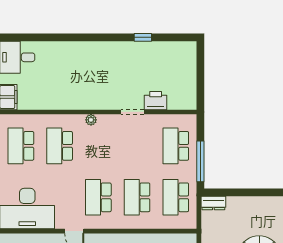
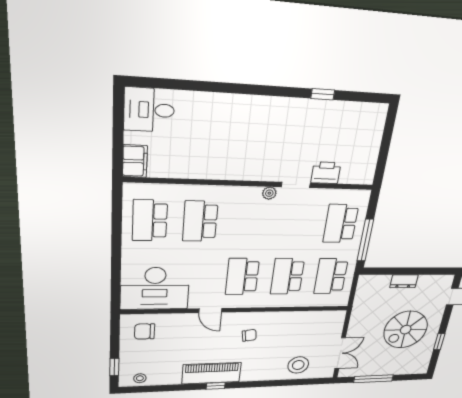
plant: (91, 120) -> (269, 193), moved
dresser: (213, 203) -> (404, 281), moved

